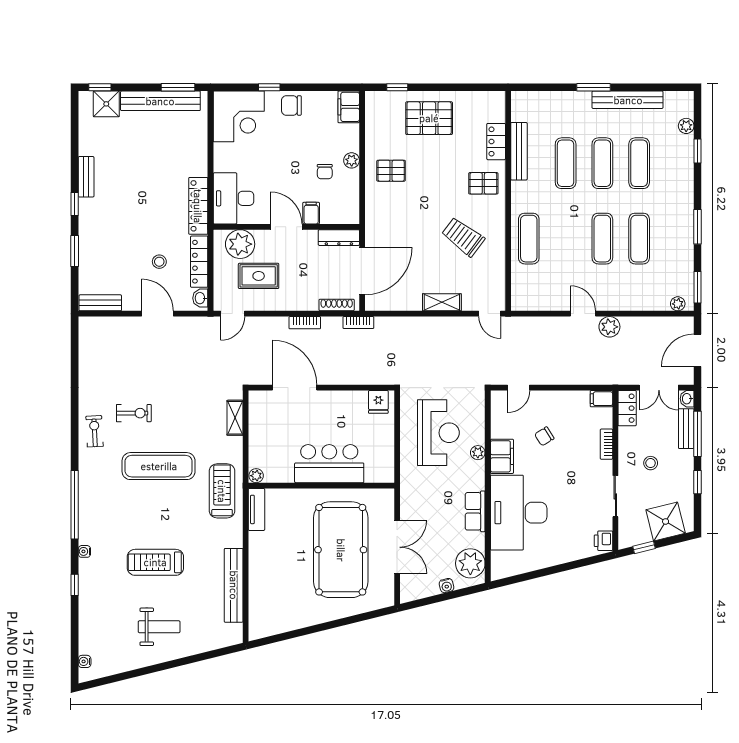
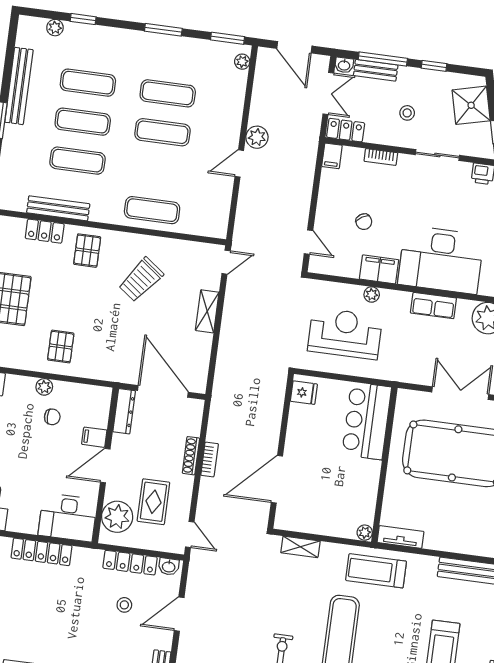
locker: (198, 206) -> (41, 552), moved
shoe rack: (337, 305) -> (191, 456), moved
bookcase: (358, 323) -> (217, 403), removed
bar counter: (329, 464) -> (367, 421), moved

